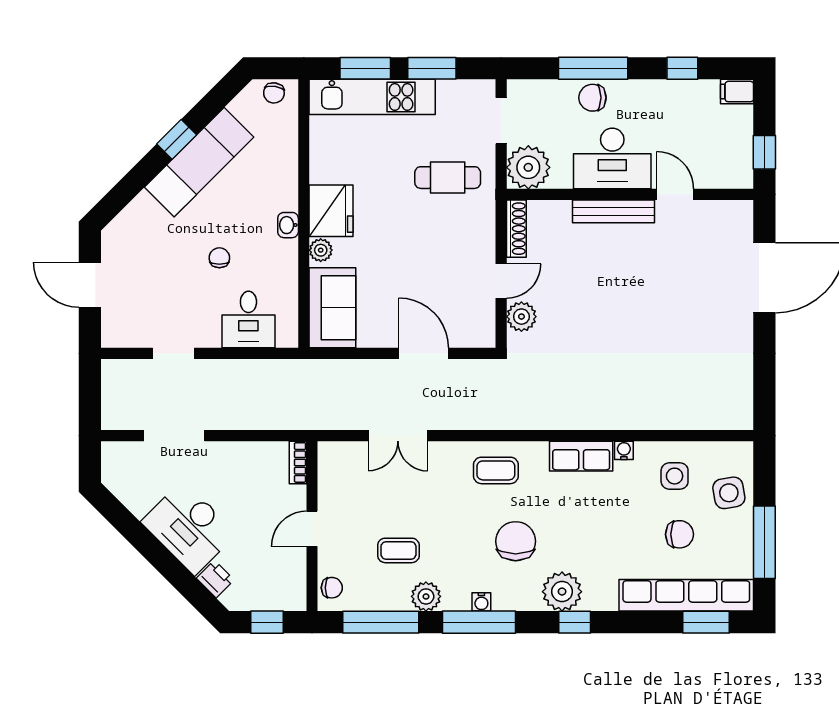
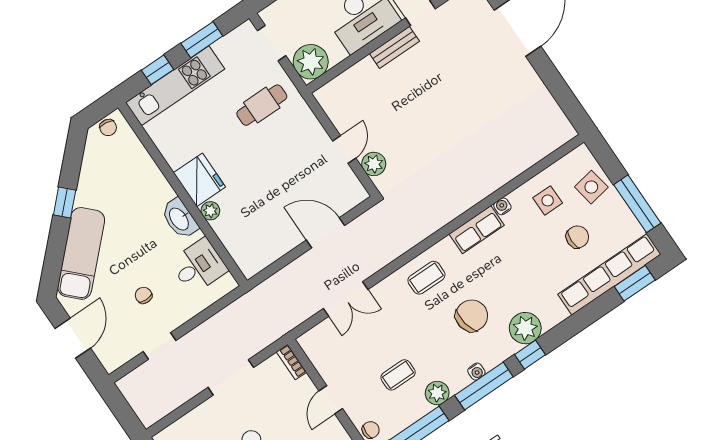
window: (365, 68) -> (158, 70), width x0.67
exam couch: (199, 162) -> (81, 253), moved
bench: (613, 211) -> (394, 47), width x0.73
washbasin: (288, 225) -> (180, 219), width x1.91, depth x1.45
shoe rack: (516, 229) -> (331, 108), removed
chair: (219, 258) -> (144, 295), moved
door: (90, 285) -> (73, 338), swing flipped
sofa: (332, 308) -> (244, 244), removed
desk: (248, 320) -> (199, 266), moved, turned -90
doorway: (174, 436) -> (231, 377), moved
chair: (516, 541) -> (472, 316), turned 80
window: (575, 622) -> (530, 355), moved

